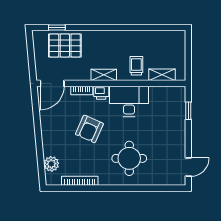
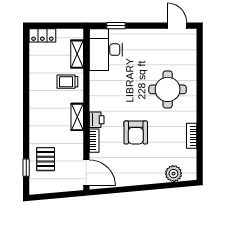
locker: (179, 43) -> (42, 35), added
pallet: (65, 46) -> (46, 159), width x0.67, depth x0.71
desk: (129, 101) -> (106, 50), moved
armchair: (89, 129) -> (136, 132), turned 66
bookcase: (80, 181) -> (192, 136), width x0.64

